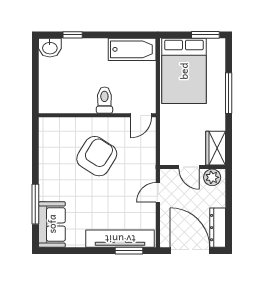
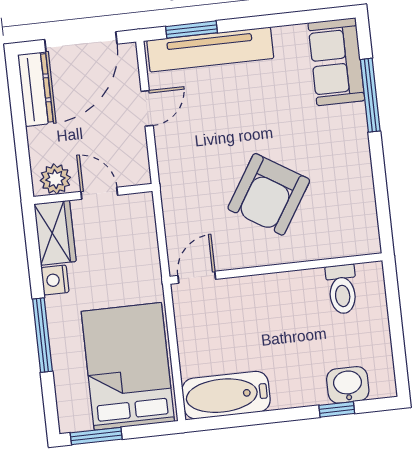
washbasin: (50, 48) -> (348, 385), moved
toilet: (104, 100) -> (342, 289), moved
nightstand: (218, 122) -> (55, 280), added
door: (158, 192) -> (147, 108), moved
door: (190, 251) -> (81, 42), hinge flipped

